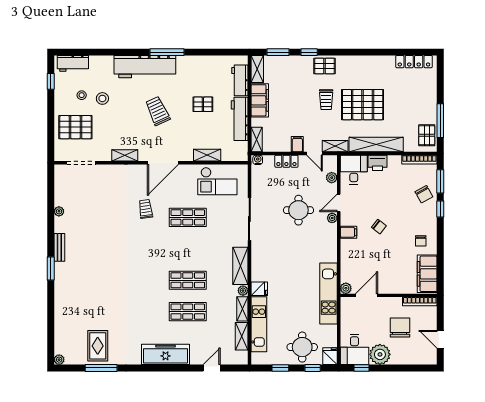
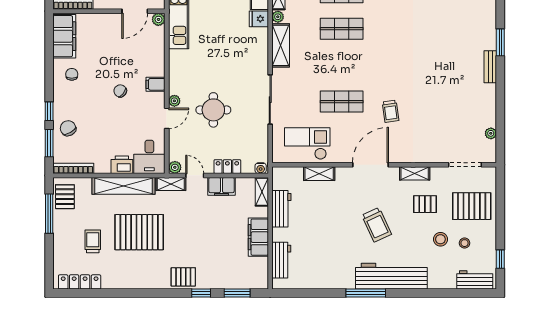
shelving: (257, 69) -> (261, 273), removed
trolley: (326, 100) -> (93, 241), moved
pallet: (203, 104) -> (425, 204), moved
workbench: (240, 119) -> (281, 209), width x0.73
filing cabinet: (297, 144) -> (222, 186), width x2.00
plant: (332, 178) -> (175, 167), moved
plant: (59, 211) -> (491, 133), moved

